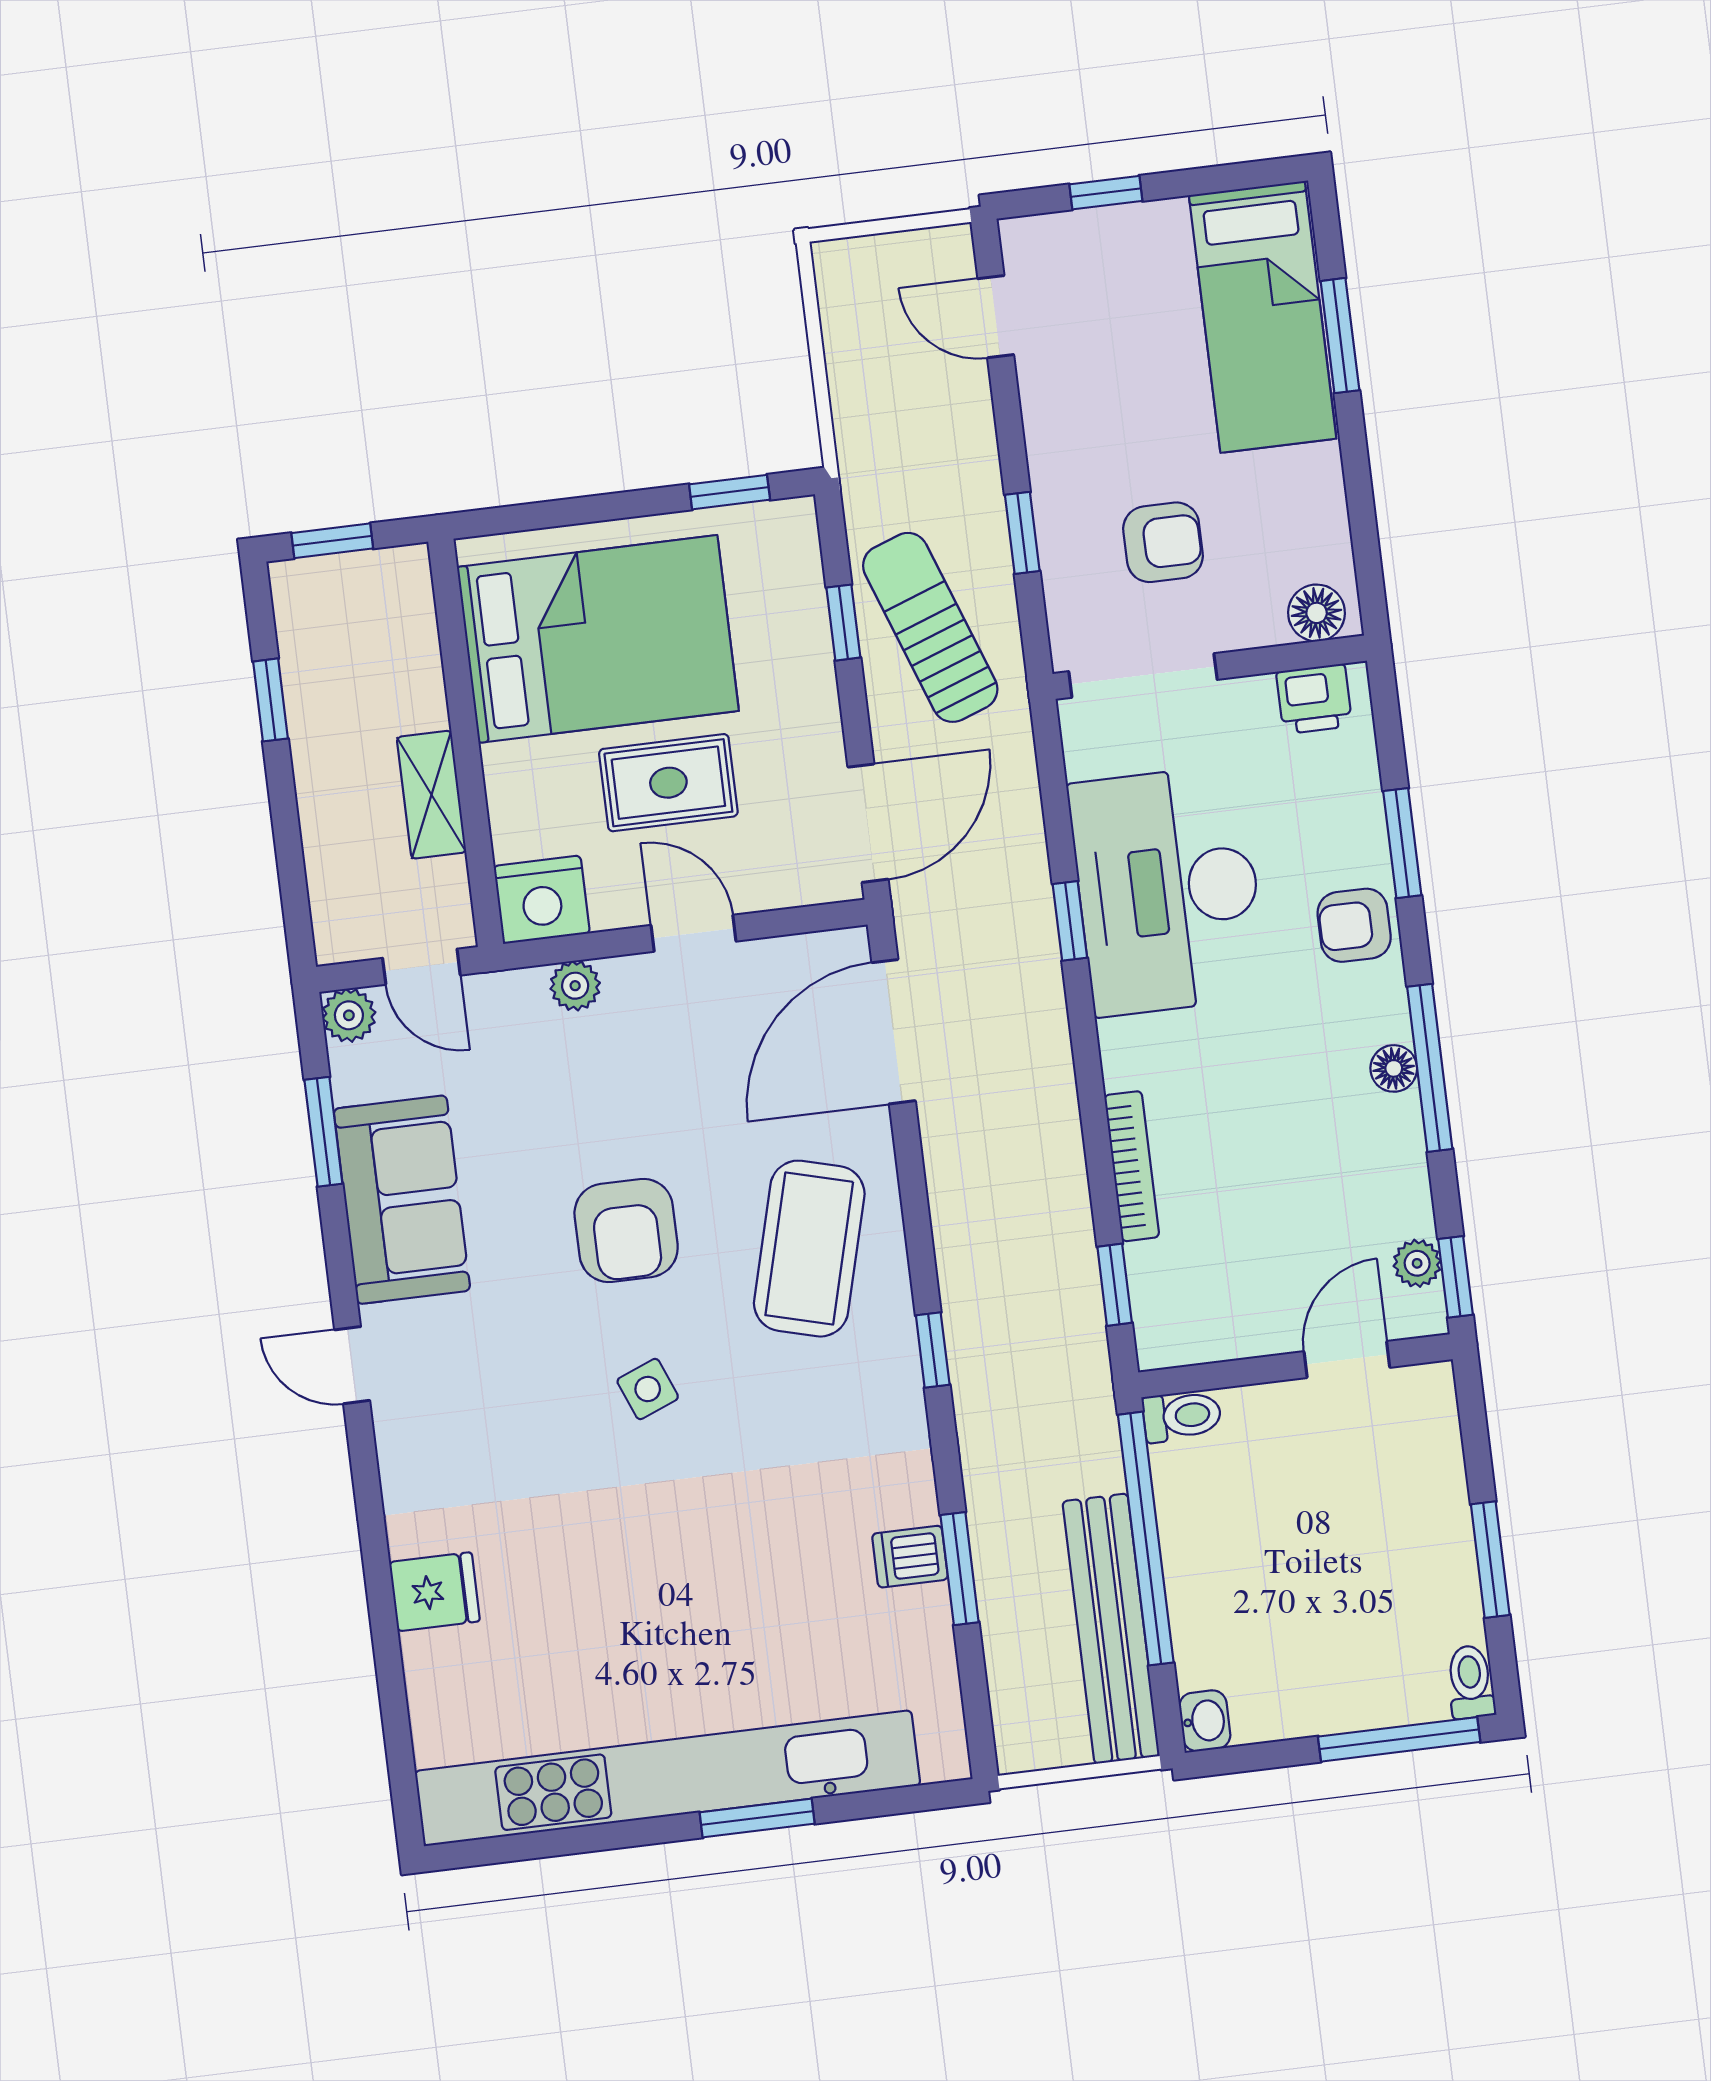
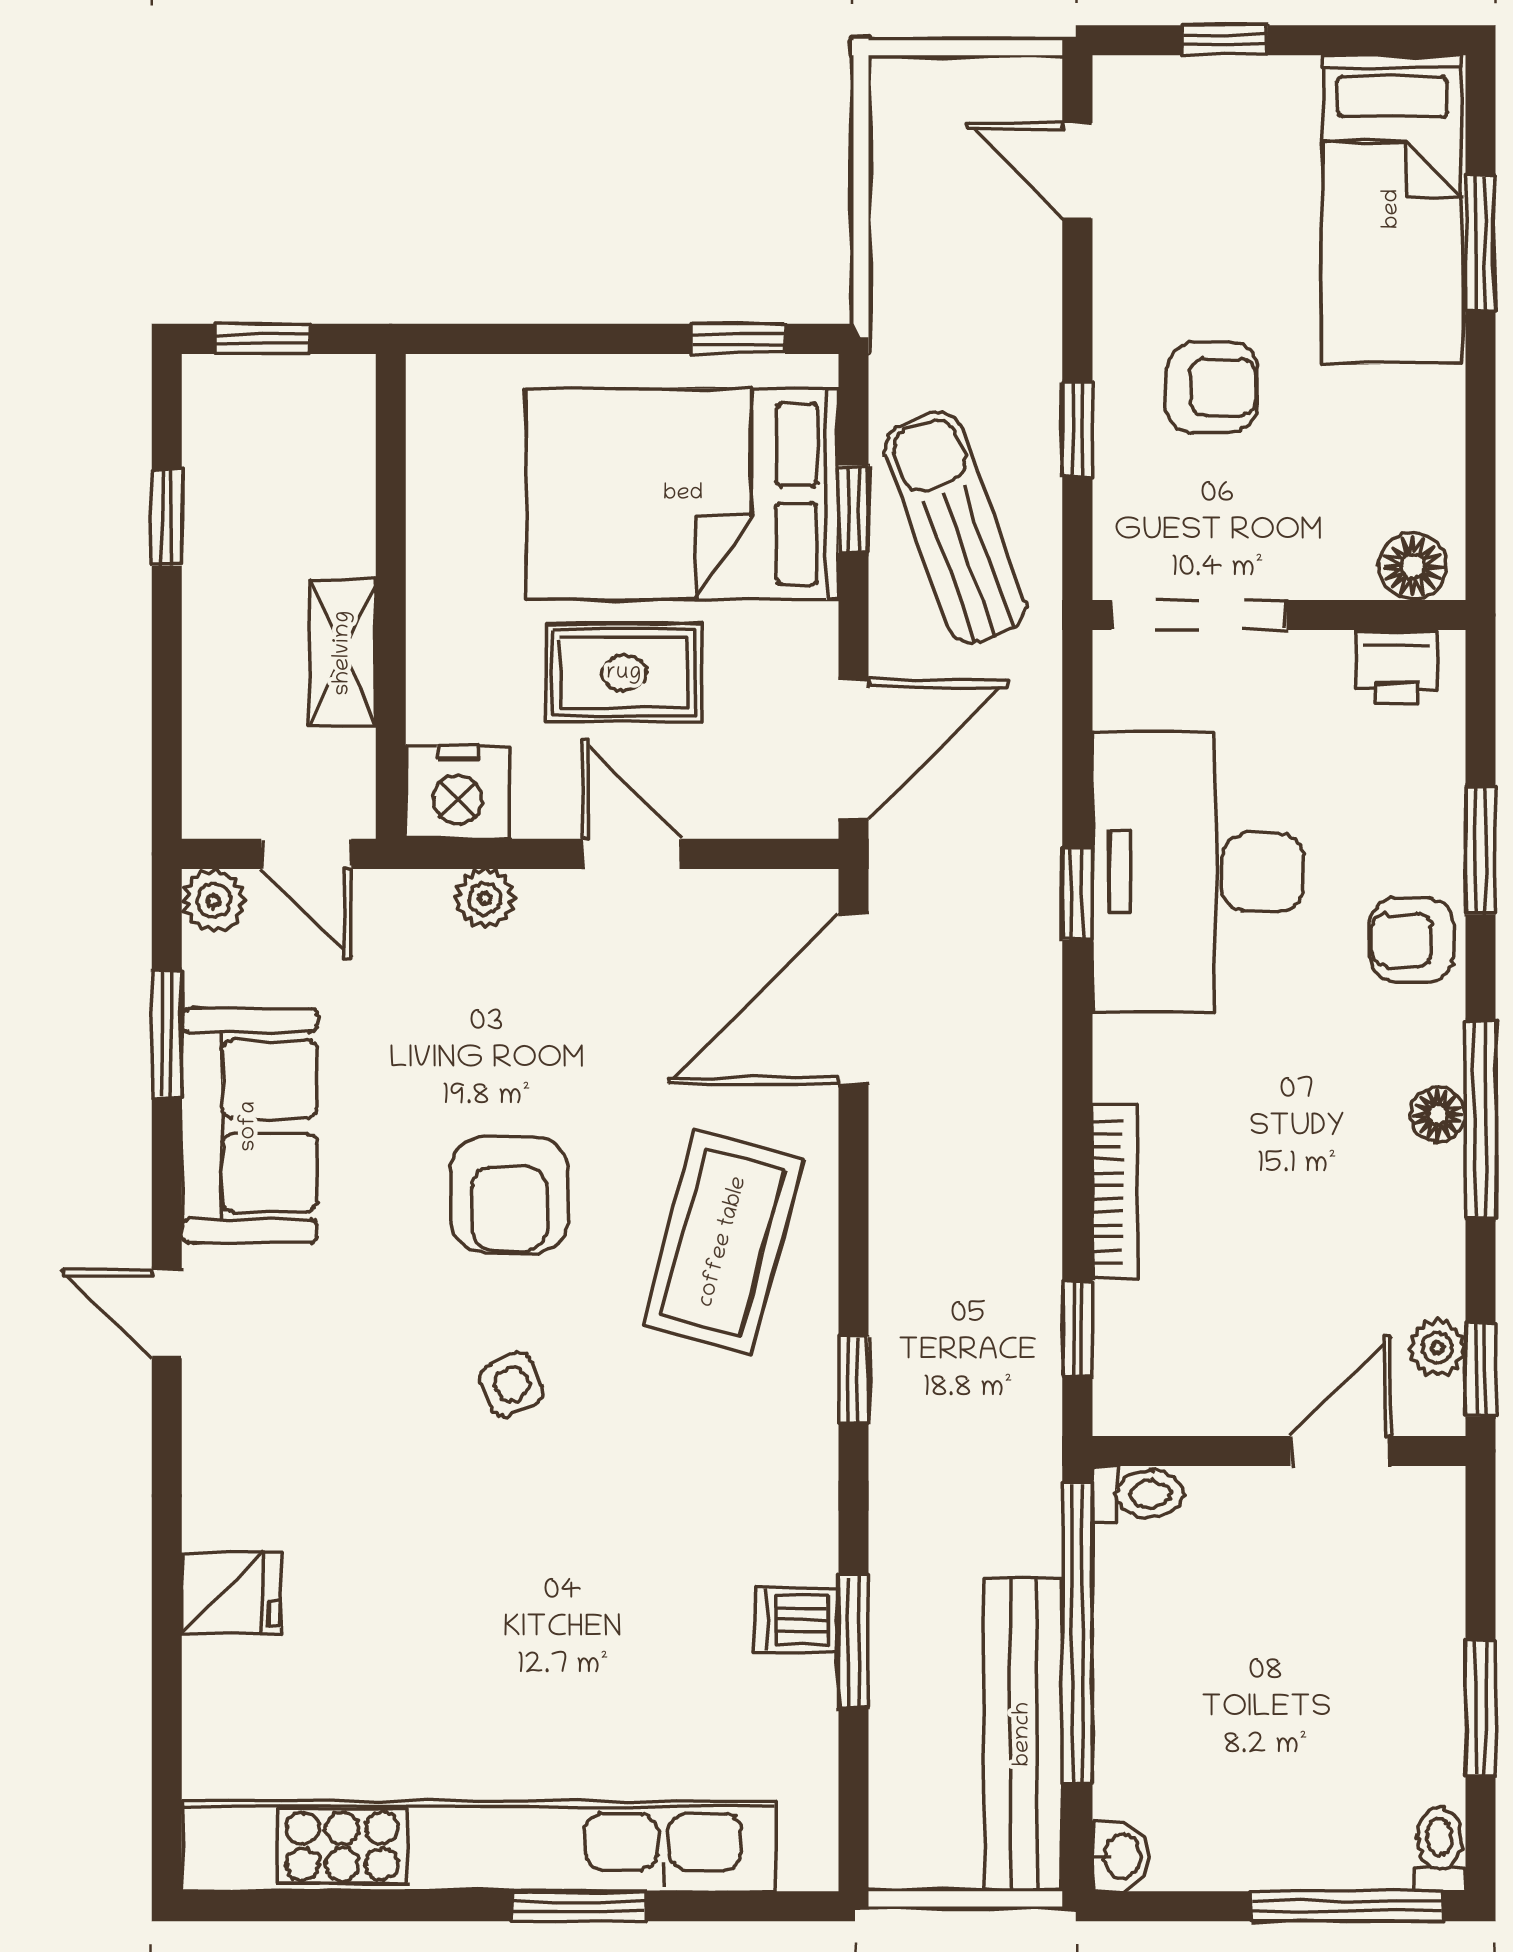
armchair: (1163, 542) -> (1212, 387), moved
bed: (598, 639) -> (683, 494), moved, turned 180

